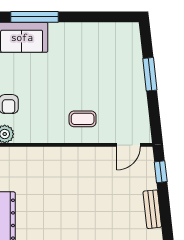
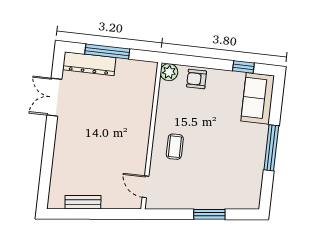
window: (35, 17) -> (271, 148), moved
window: (161, 172) -> (117, 214), removed

